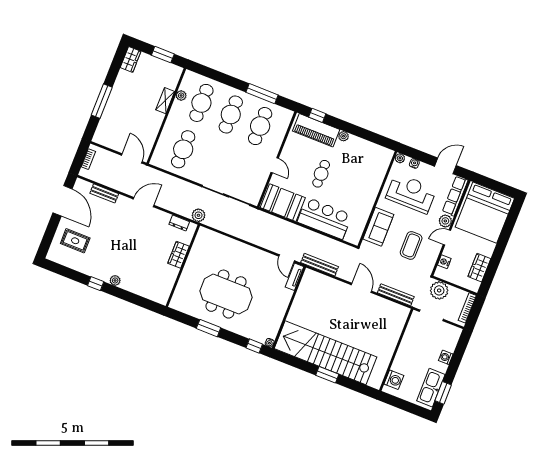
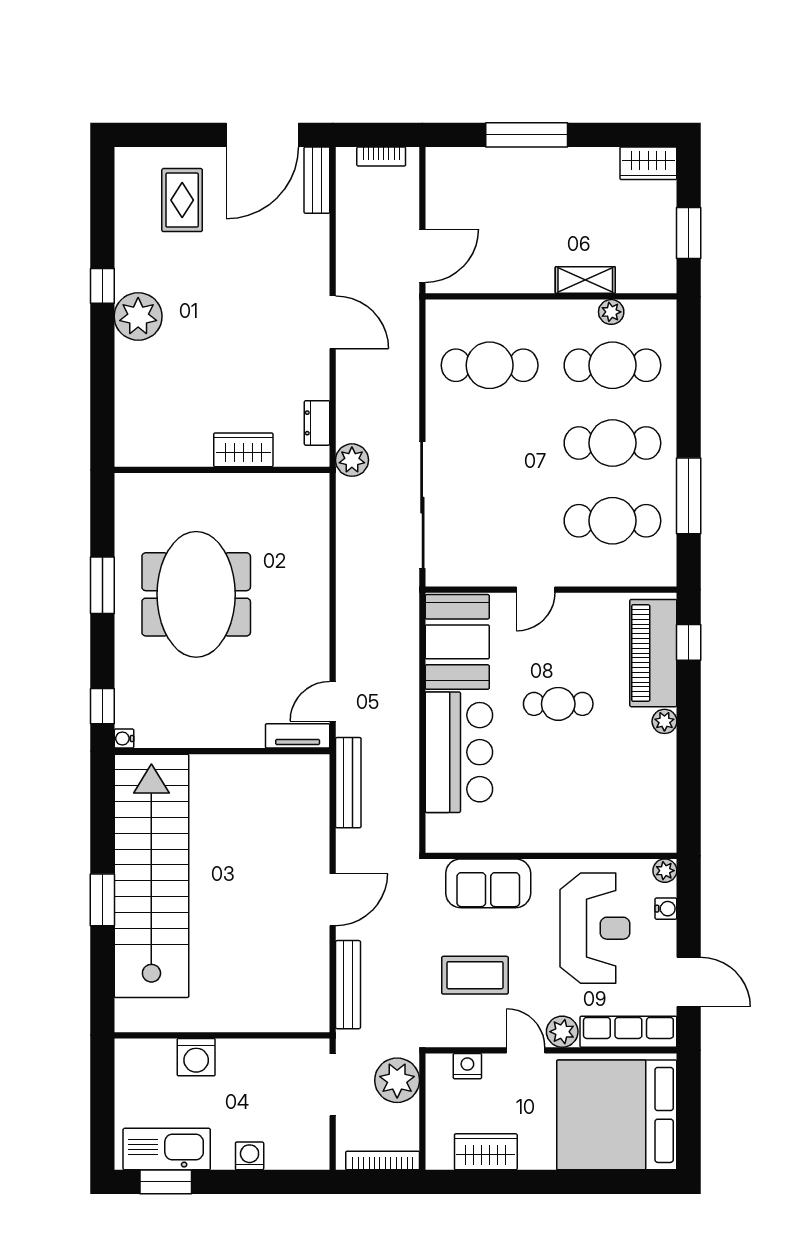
bench: (104, 193) -> (317, 180), moved
plant: (115, 280) -> (138, 316), width x1.88, depth x1.88
washing machine: (394, 380) -> (196, 1057), moved

